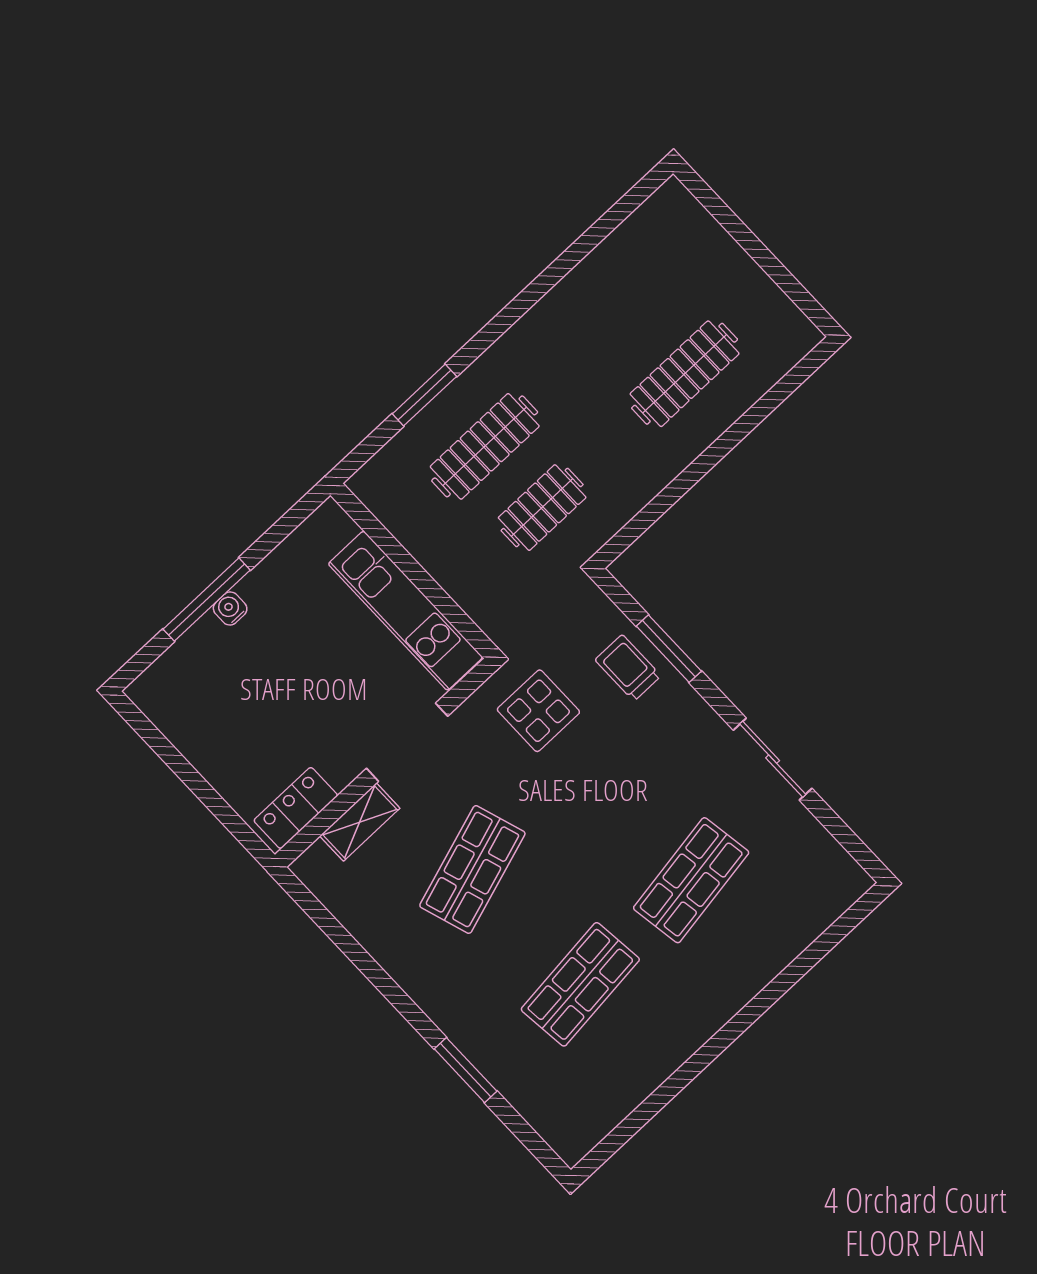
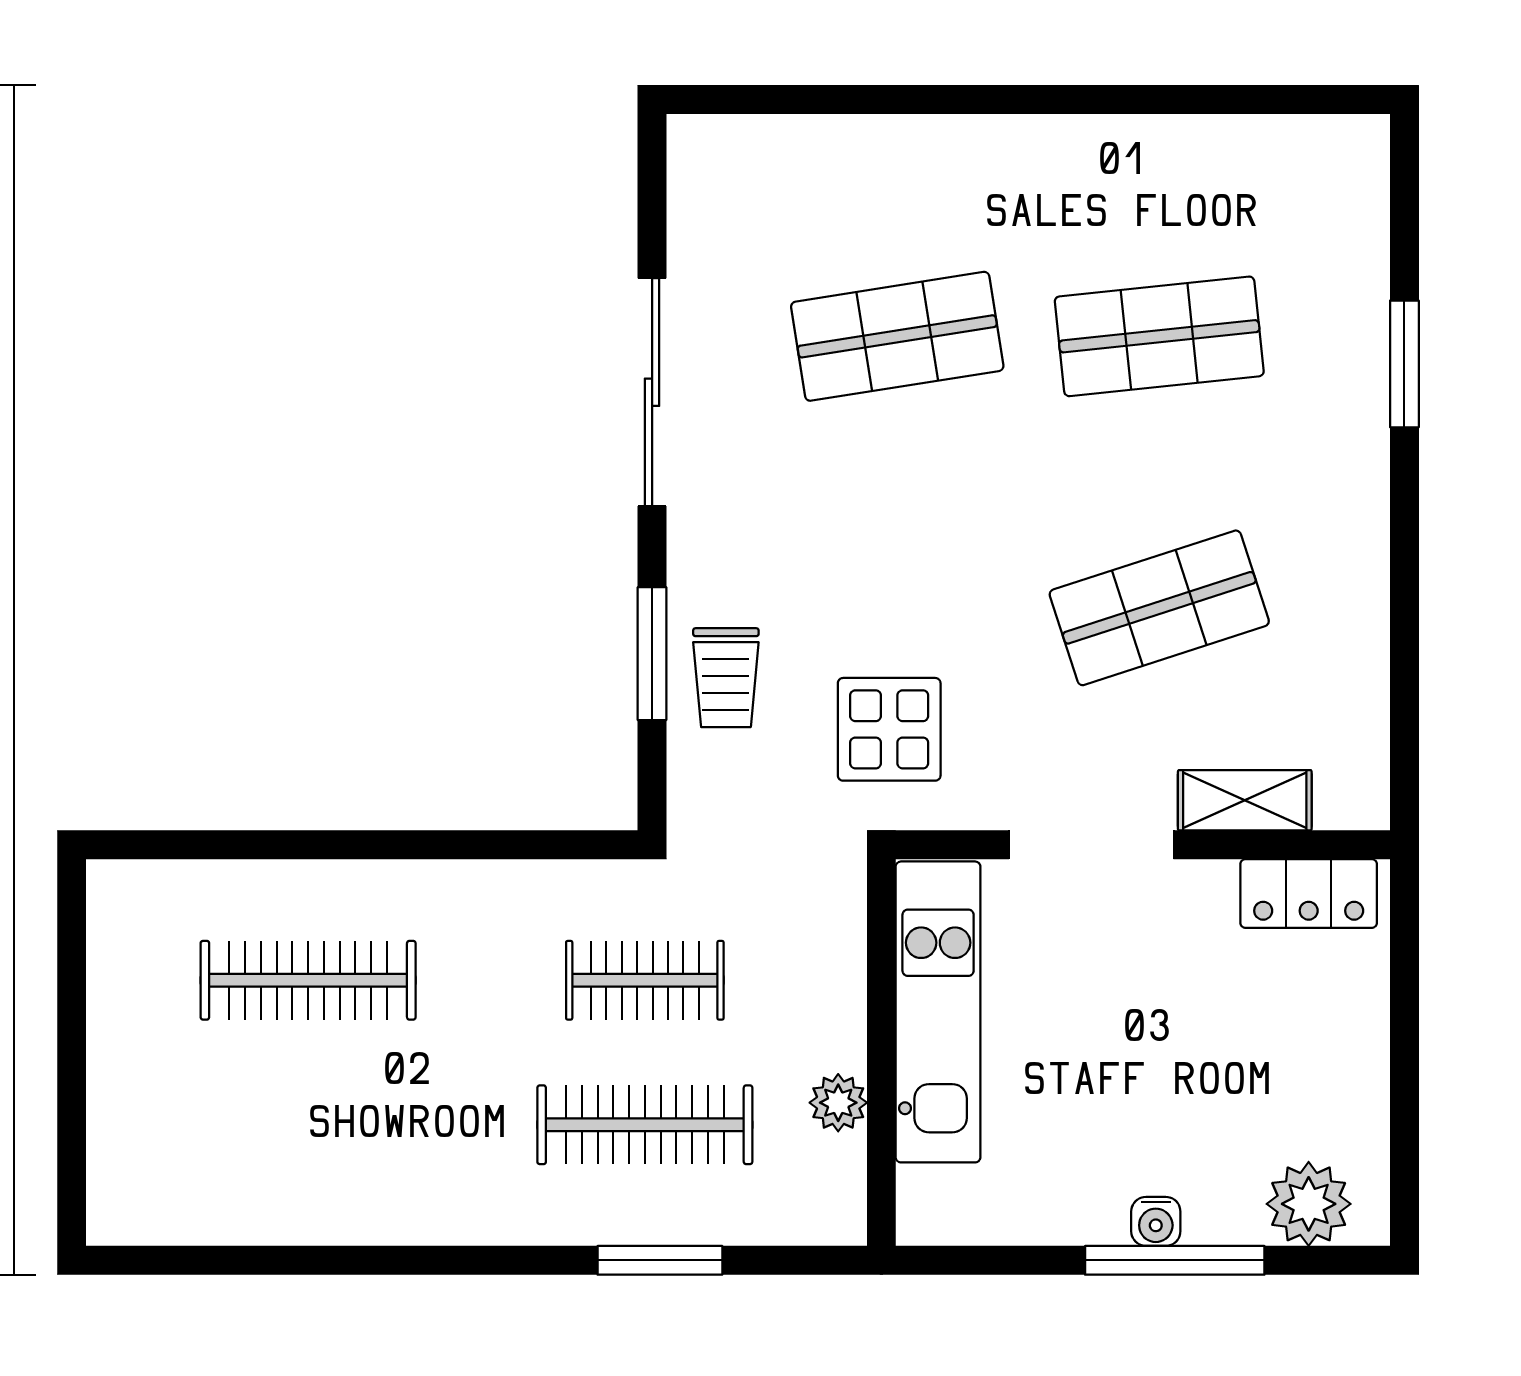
plant: (412, 533) -> (838, 1103), added
plant: (172, 677) -> (1309, 1204), added
sliding door: (773, 759) -> (652, 392), width x1.37

